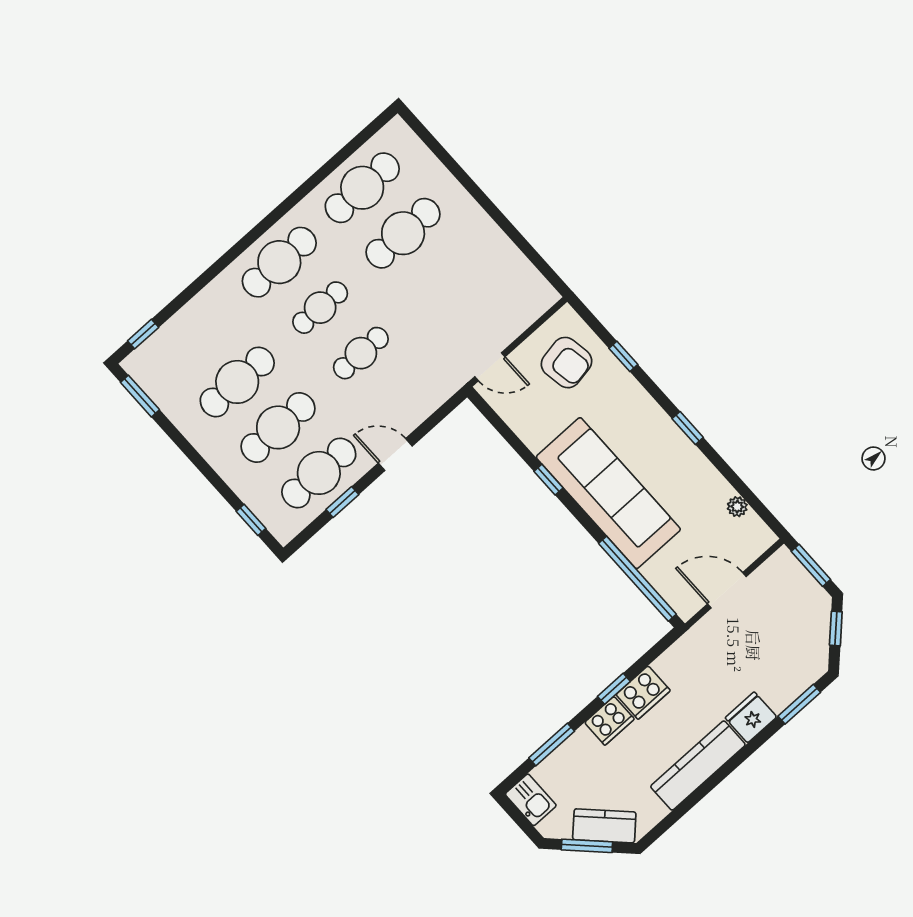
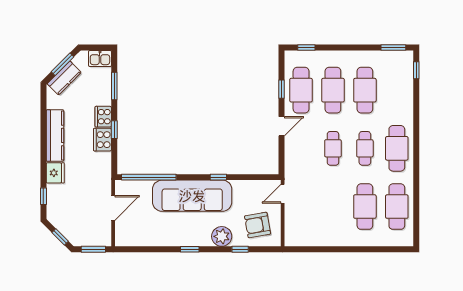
plant: (737, 507) -> (222, 236), moved, width x1.88, depth x1.88
window: (799, 704) -> (43, 196), width x0.67

